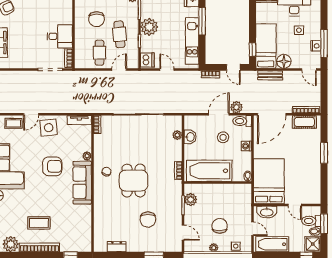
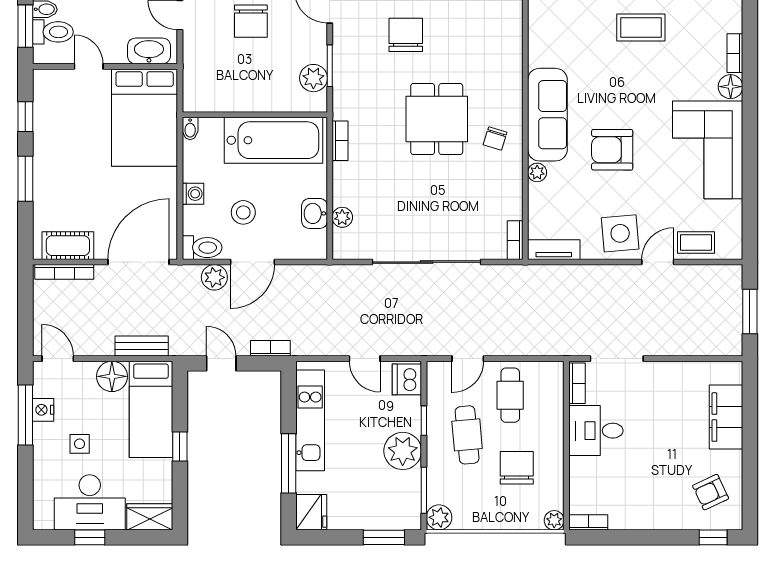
window: (252, 50) -> (180, 447), moved
window: (324, 182) -> (25, 117), added

